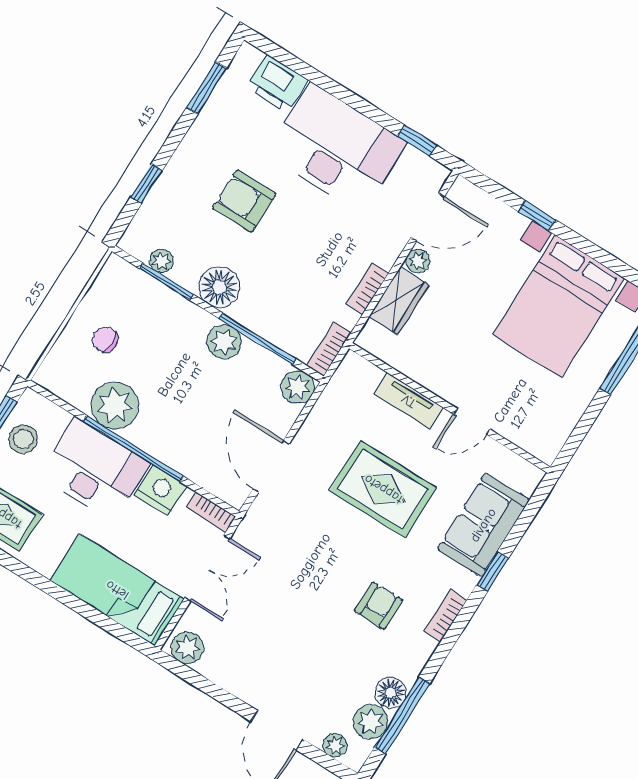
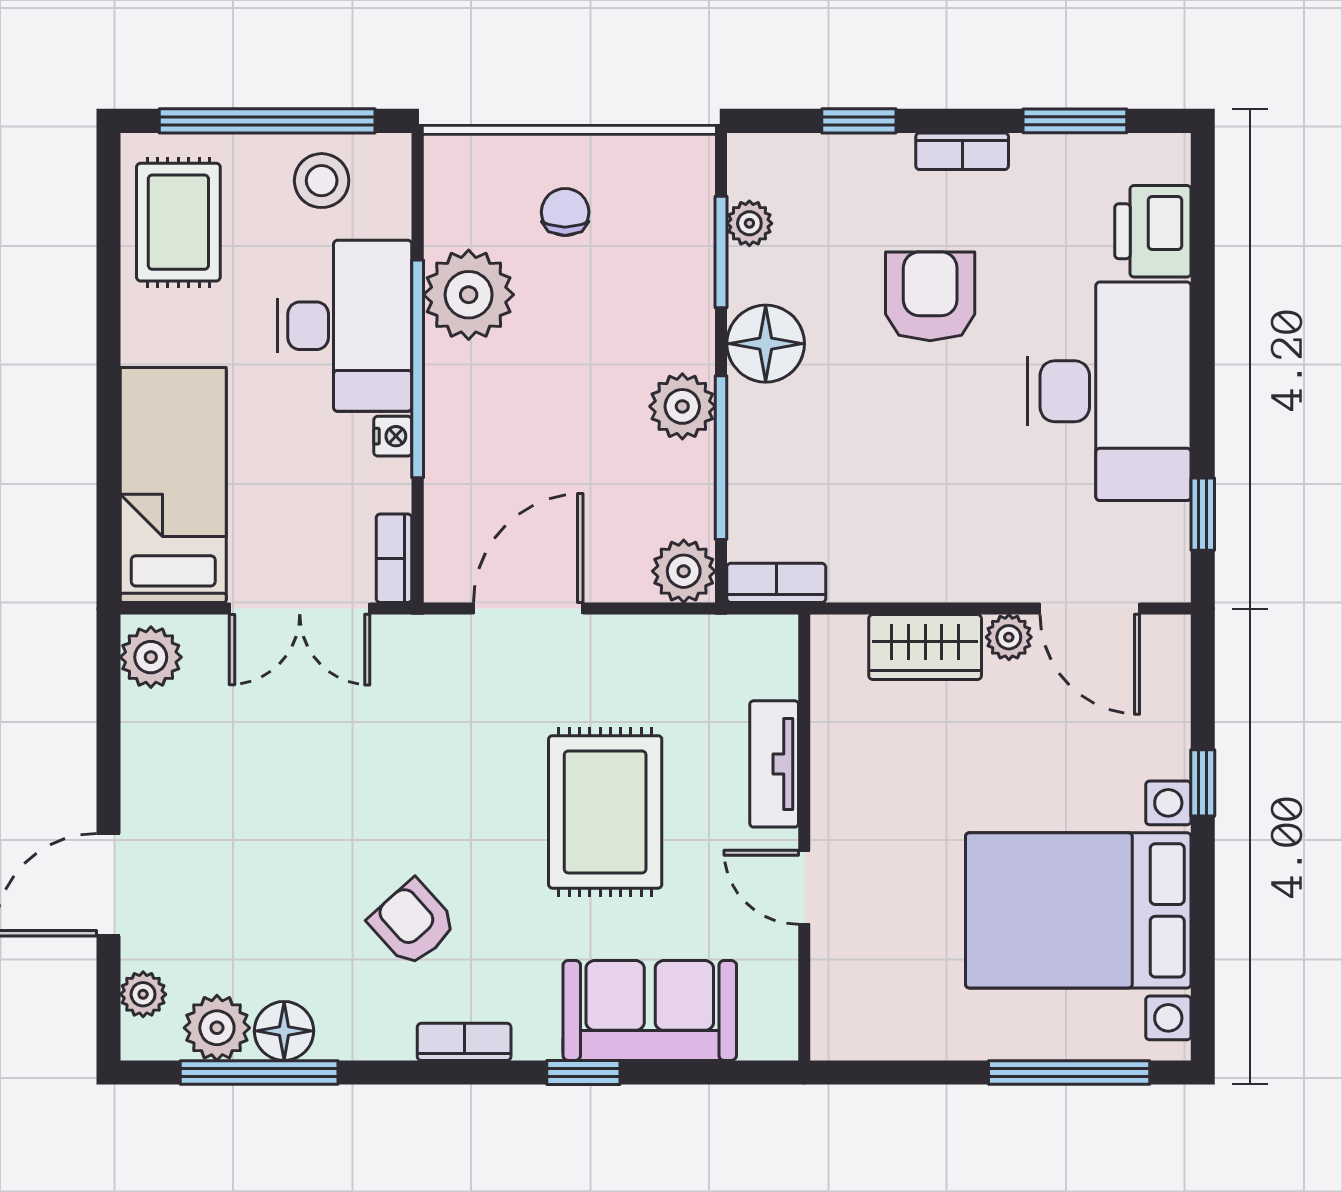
bookcase: (367, 289) -> (962, 151), moved, turned 180
nightstand: (160, 490) -> (393, 436), width x0.53, depth x0.56
armchair: (379, 606) -> (413, 923), turned -132

